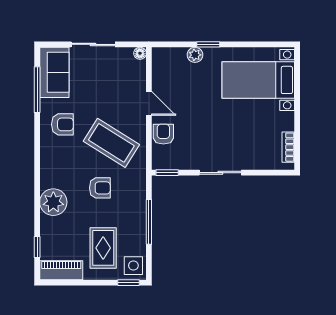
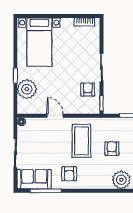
plant: (195, 55) -> (27, 89), width x1.88, depth x1.88
door: (149, 103) -> (55, 116), hinge flipped
armchair: (62, 124) -> (69, 174), turned 180
armchair: (163, 134) -> (88, 90), moved, turned 90
coffee table: (111, 143) -> (82, 141), turned -32

